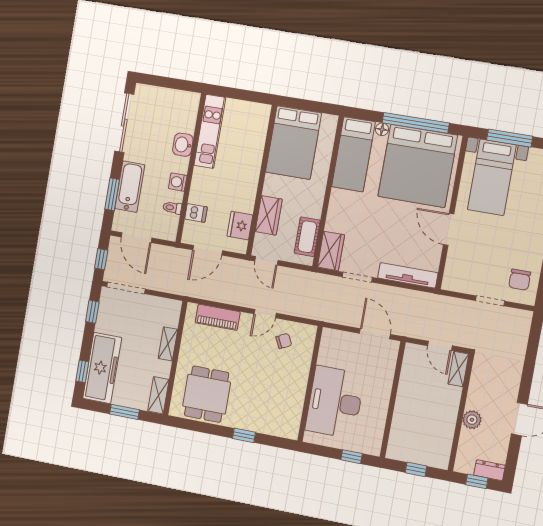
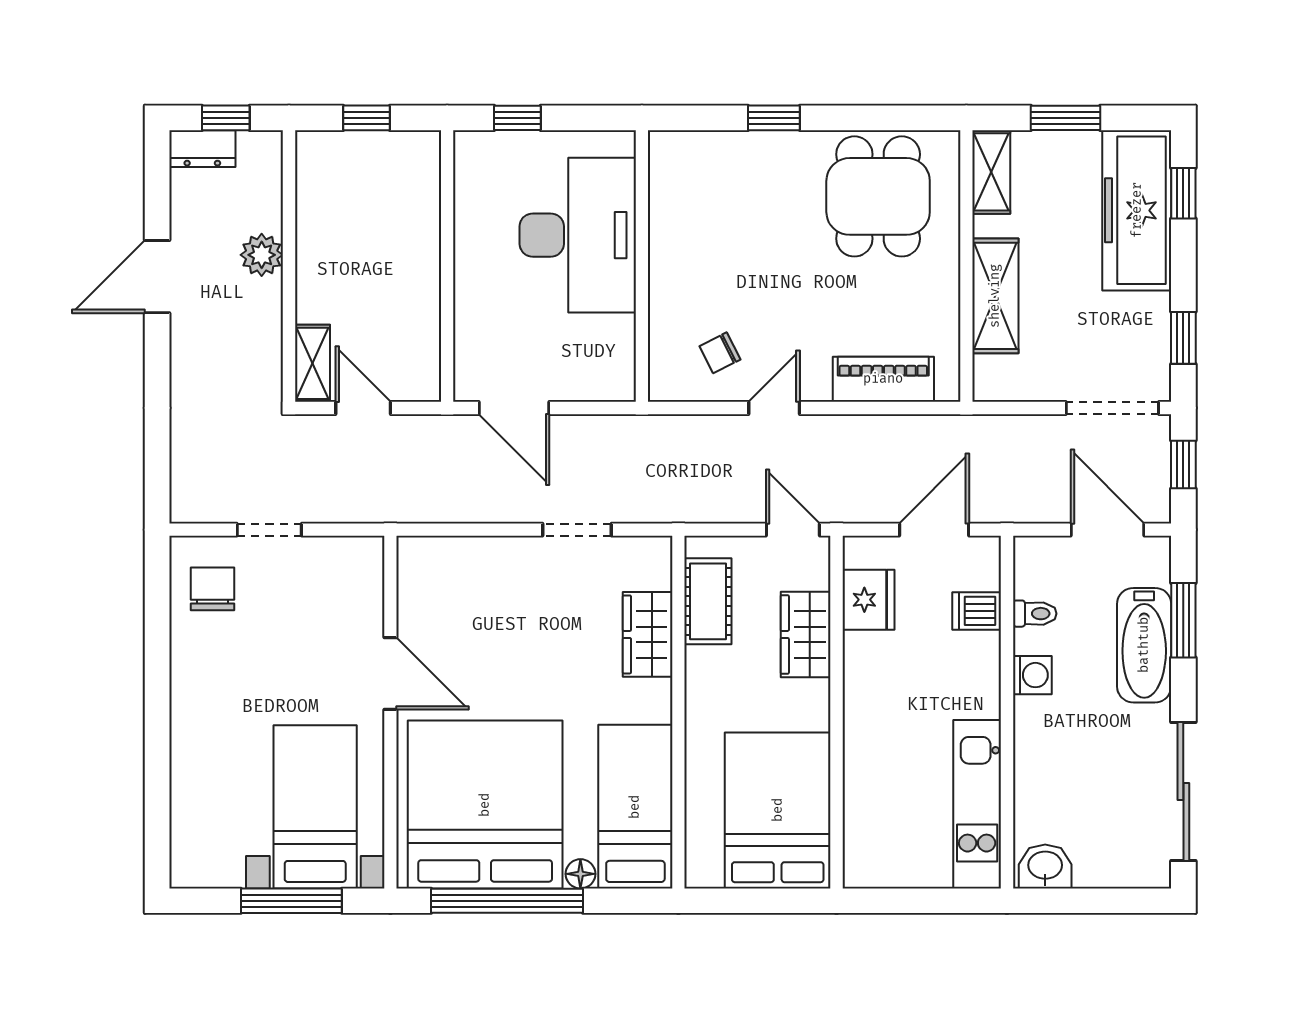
washbasin: (183, 145) -> (1045, 866), moved, turned -90
wardrobe: (331, 251) -> (648, 634), moved
tv unit: (408, 275) -> (463, 554), removed
shelving: (168, 344) -> (995, 296), width x1.50, depth x1.33

